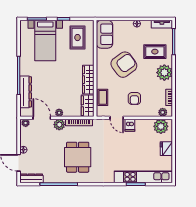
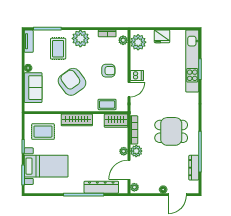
sofa: (104, 34) -> (33, 88), moved, turned 90
wardrobe: (88, 80) -> (77, 120), moved
dresser: (31, 178) -> (194, 168), moved

